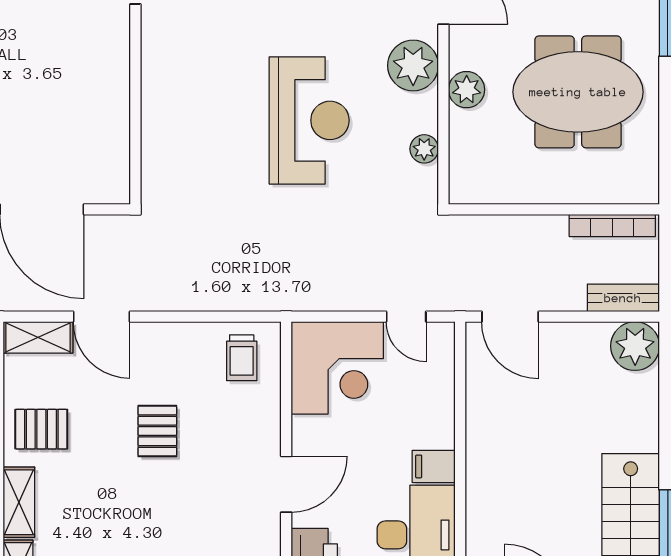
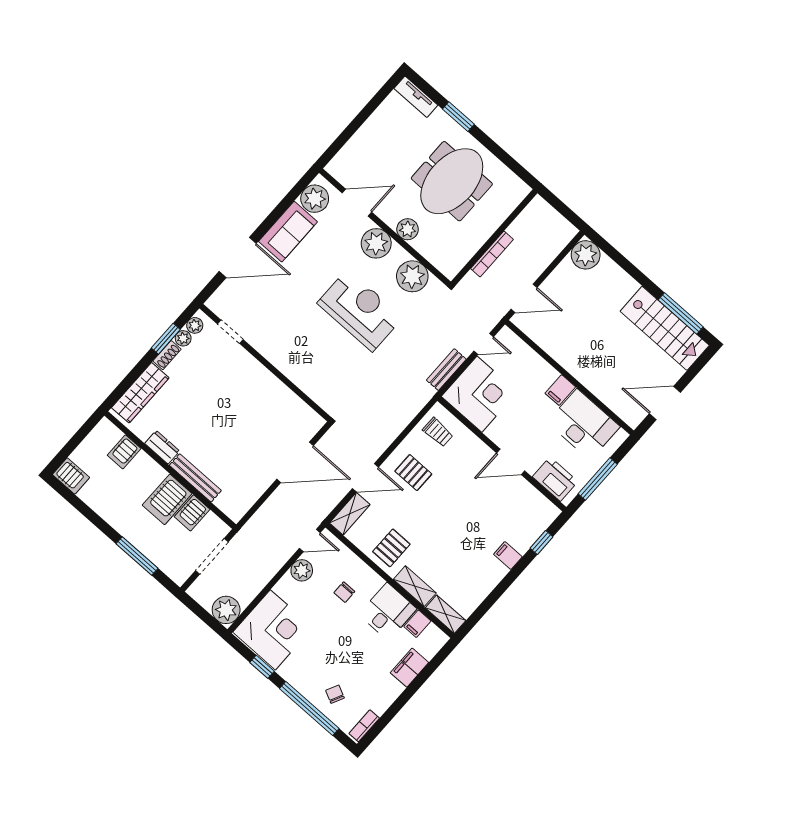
plant: (424, 149) -> (412, 276), width x1.88, depth x1.88
bookcase: (612, 225) -> (492, 254), moved
bench: (623, 298) -> (446, 370), moved
pallet: (157, 431) -> (413, 473), moved
door: (286, 484) -> (511, 462), swing flipped

